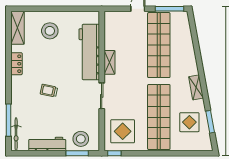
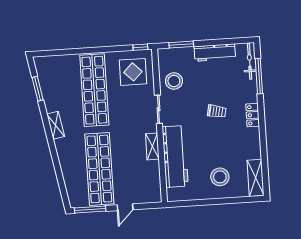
locker: (16, 64) -> (253, 115), moved
display table: (189, 122) -> (60, 87), removed
stool: (81, 139) -> (174, 81), moved

